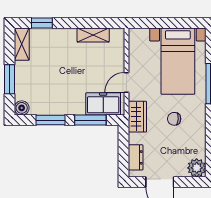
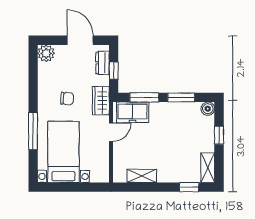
window: (10, 79) -> (219, 135), width x0.67
window: (124, 149) -> (114, 71), added

